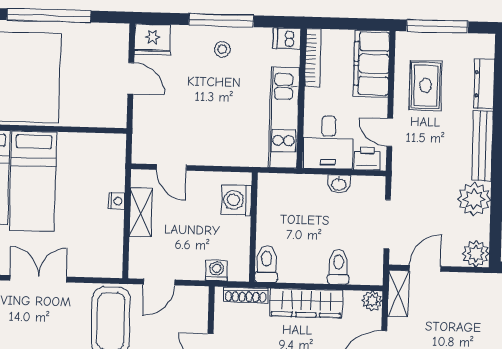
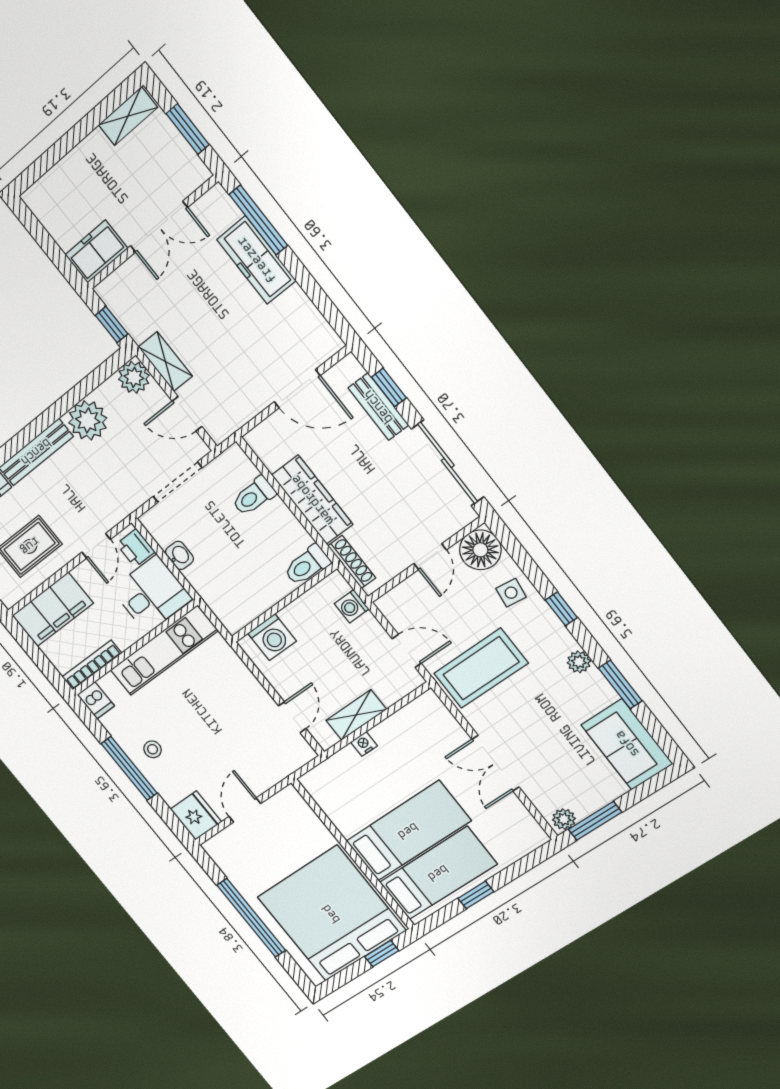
shelving: (398, 293) -> (165, 361), moved, turned 90
plant: (372, 301) -> (258, 439), removed

